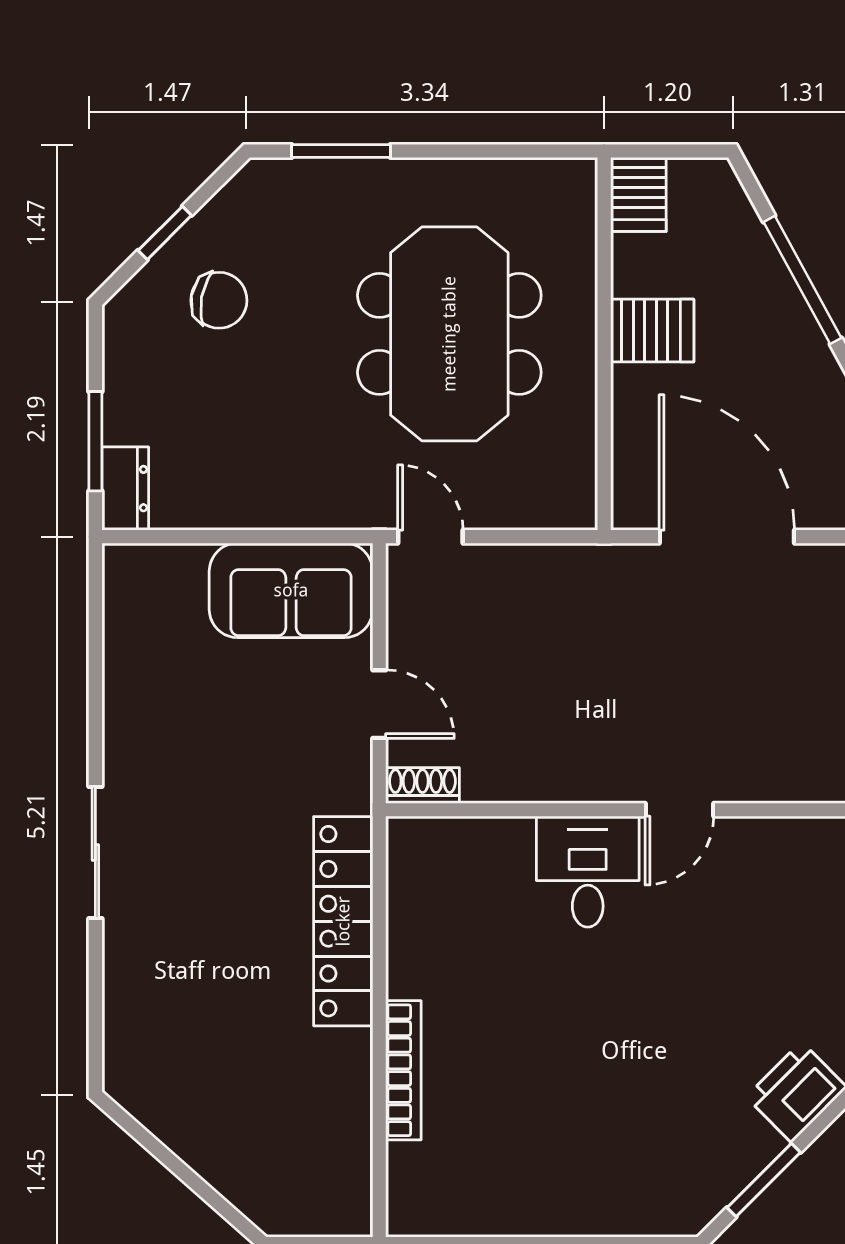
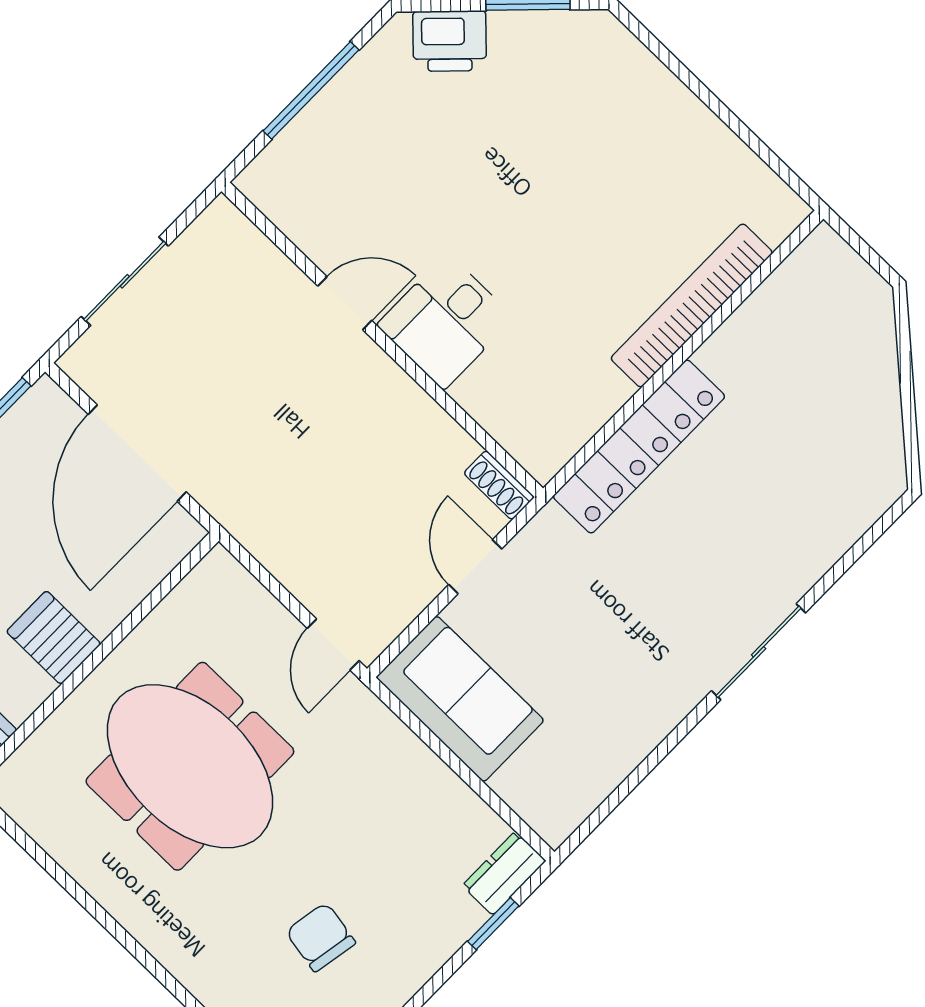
window: (341, 151) -> (144, 957), removed
meeting table: (449, 334) -> (190, 766), turned 90
window: (95, 441) -> (493, 924), width x0.67
bookcase: (403, 1070) -> (692, 305), width x1.48, depth x1.31

